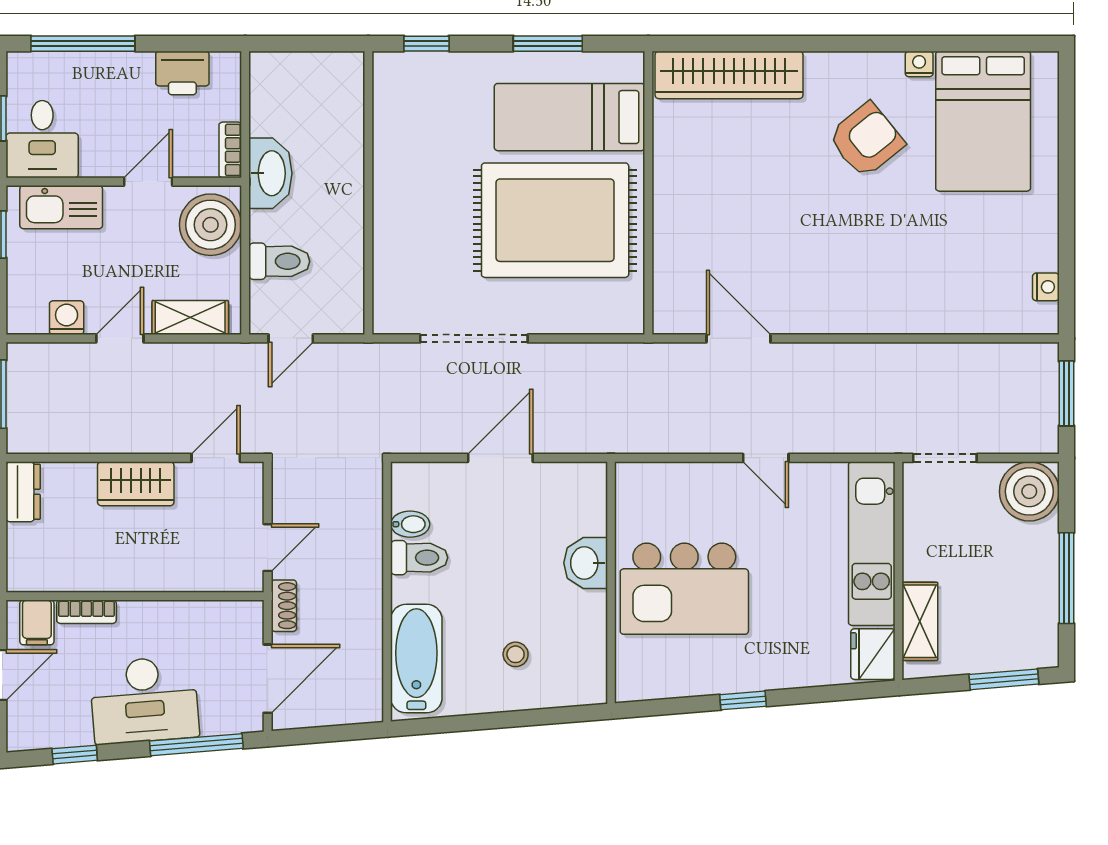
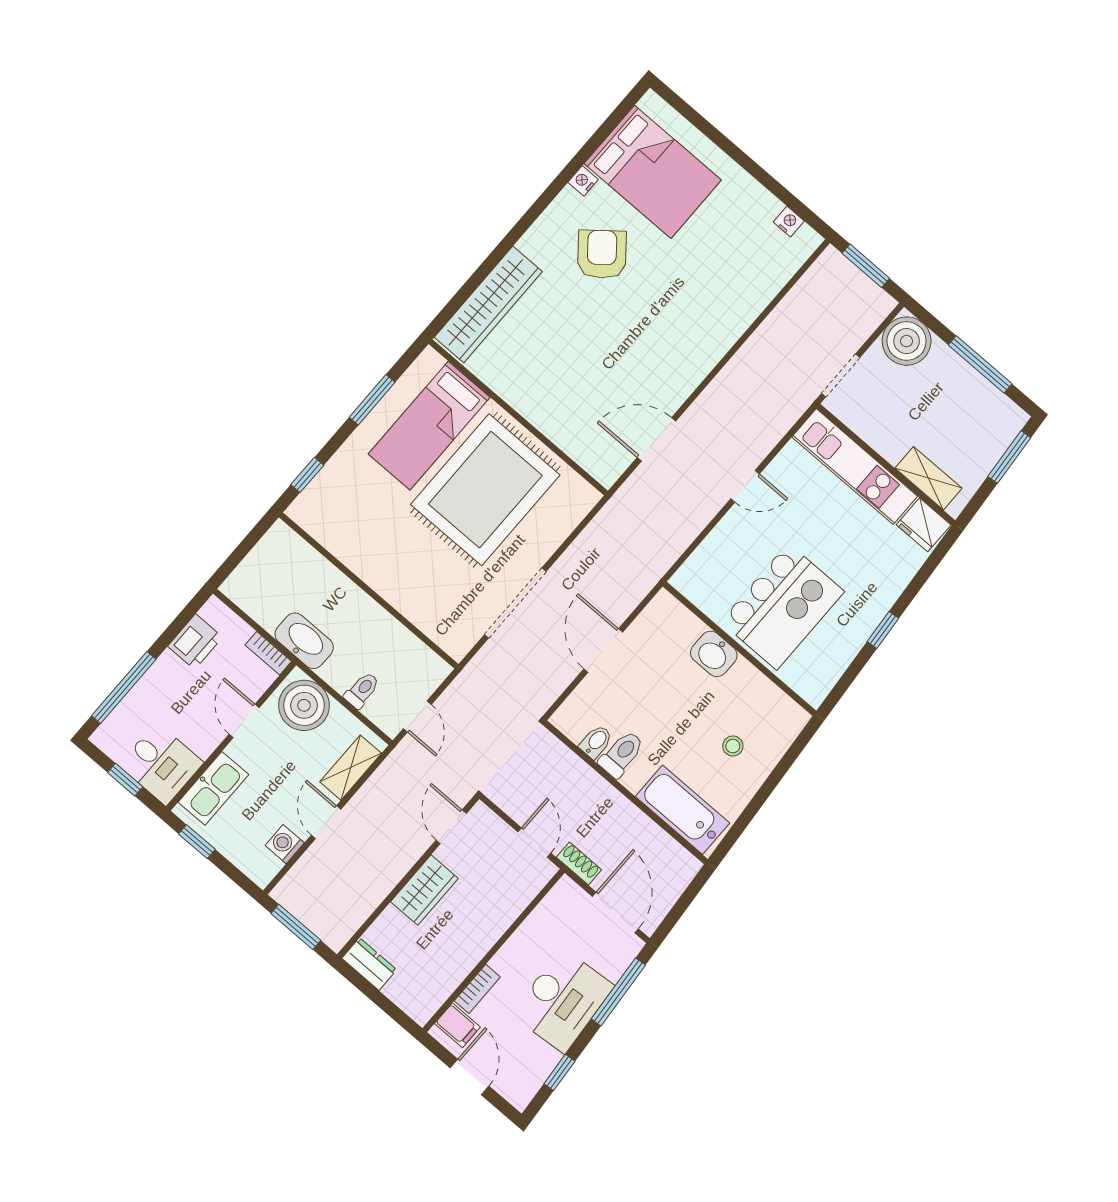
toilet: (279, 261) -> (362, 690), width x0.73, depth x0.72

